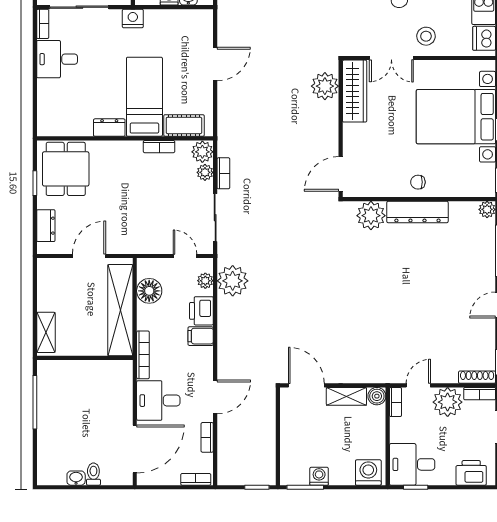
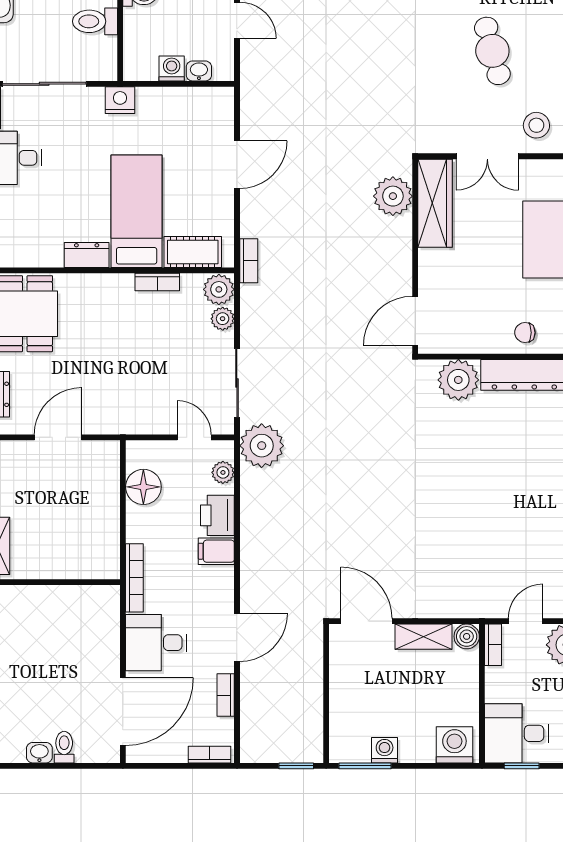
bookcase: (223, 173) -> (249, 261), moved
plant: (233, 281) -> (262, 446), moved
shelving: (120, 310) -> (102, 514), removed

